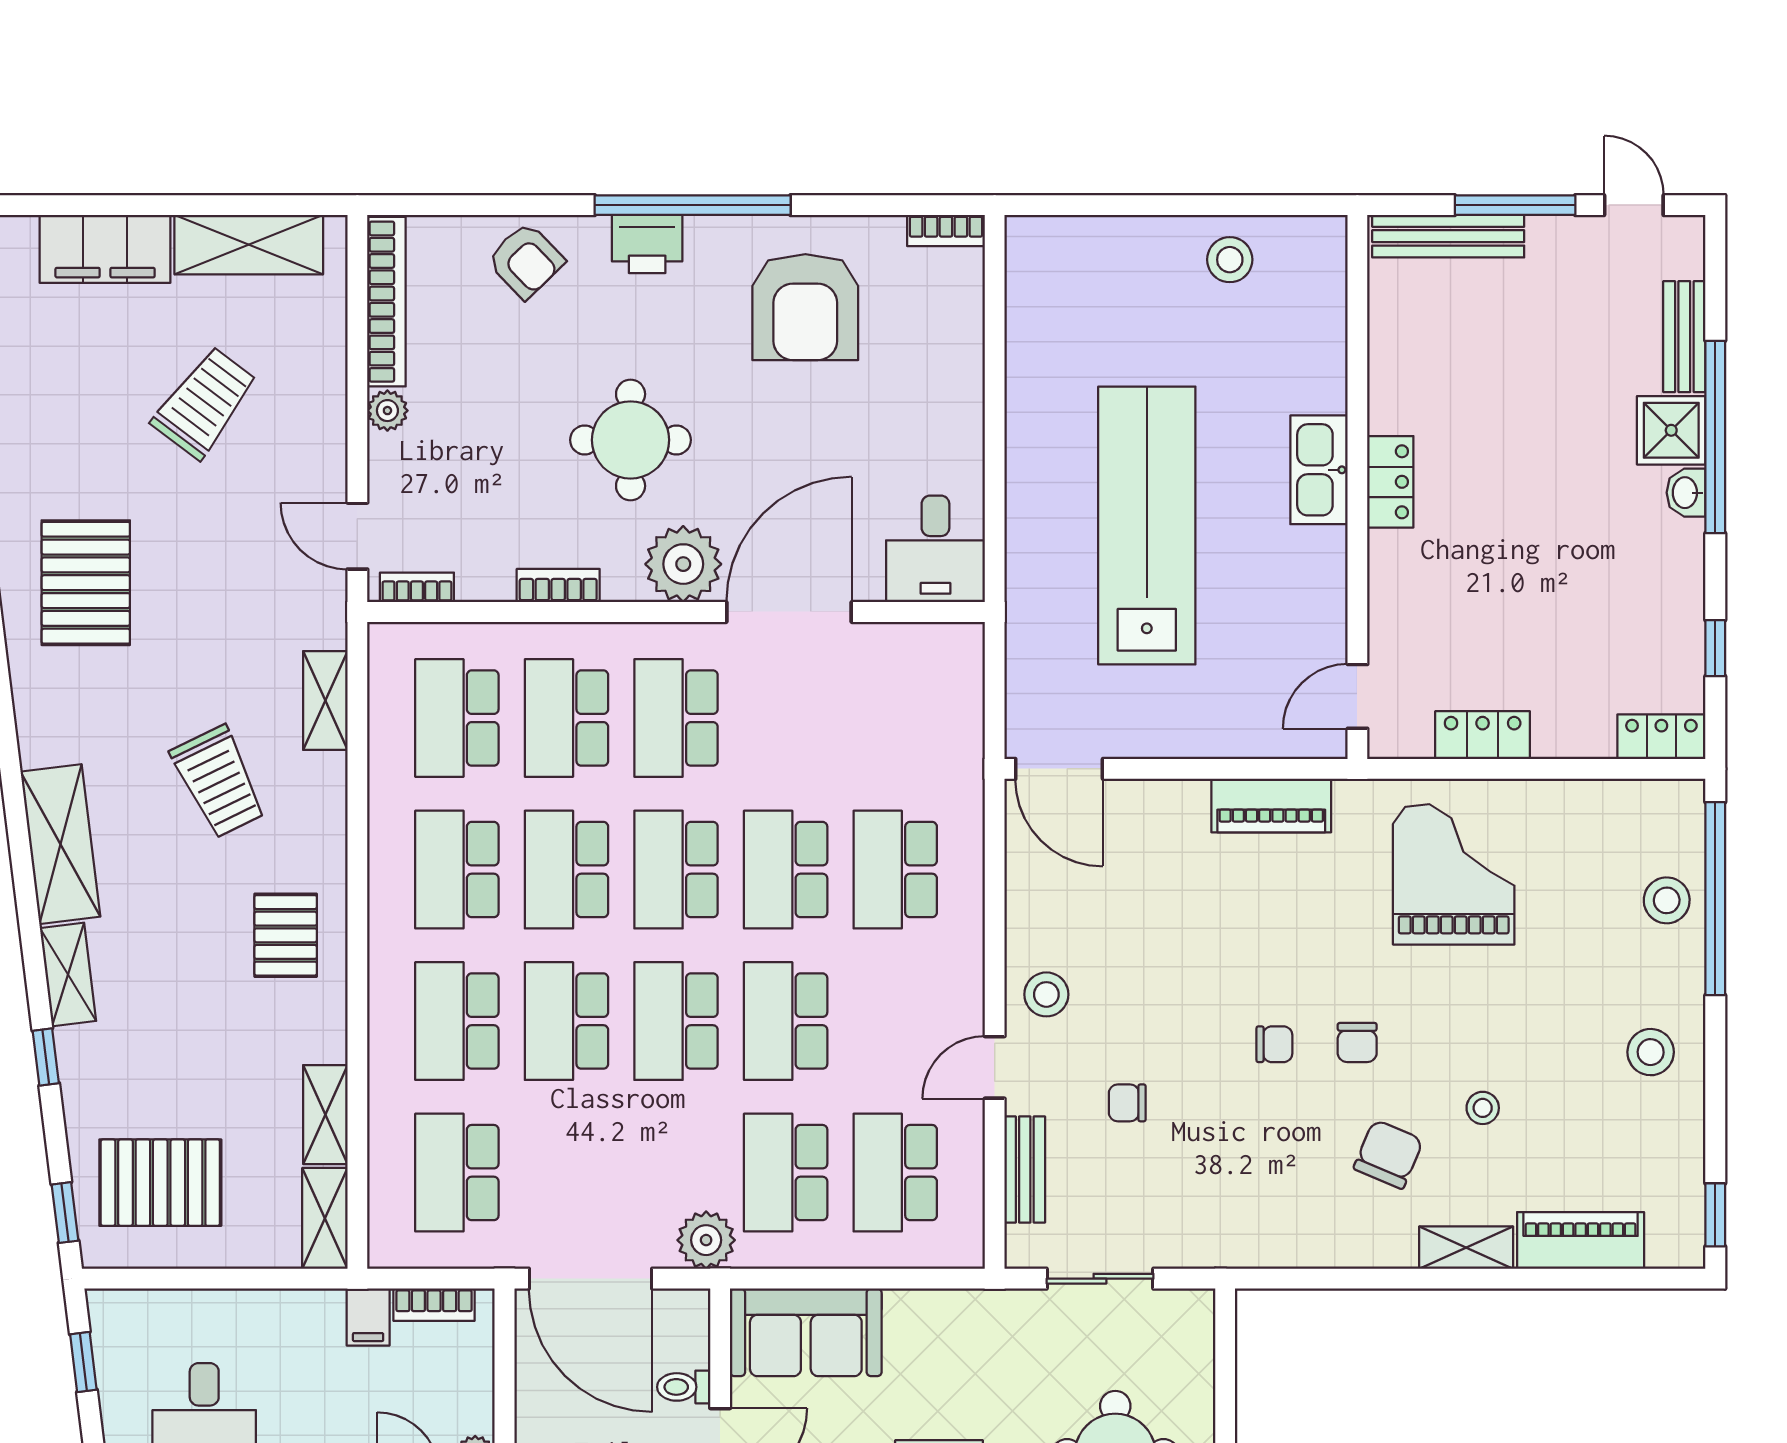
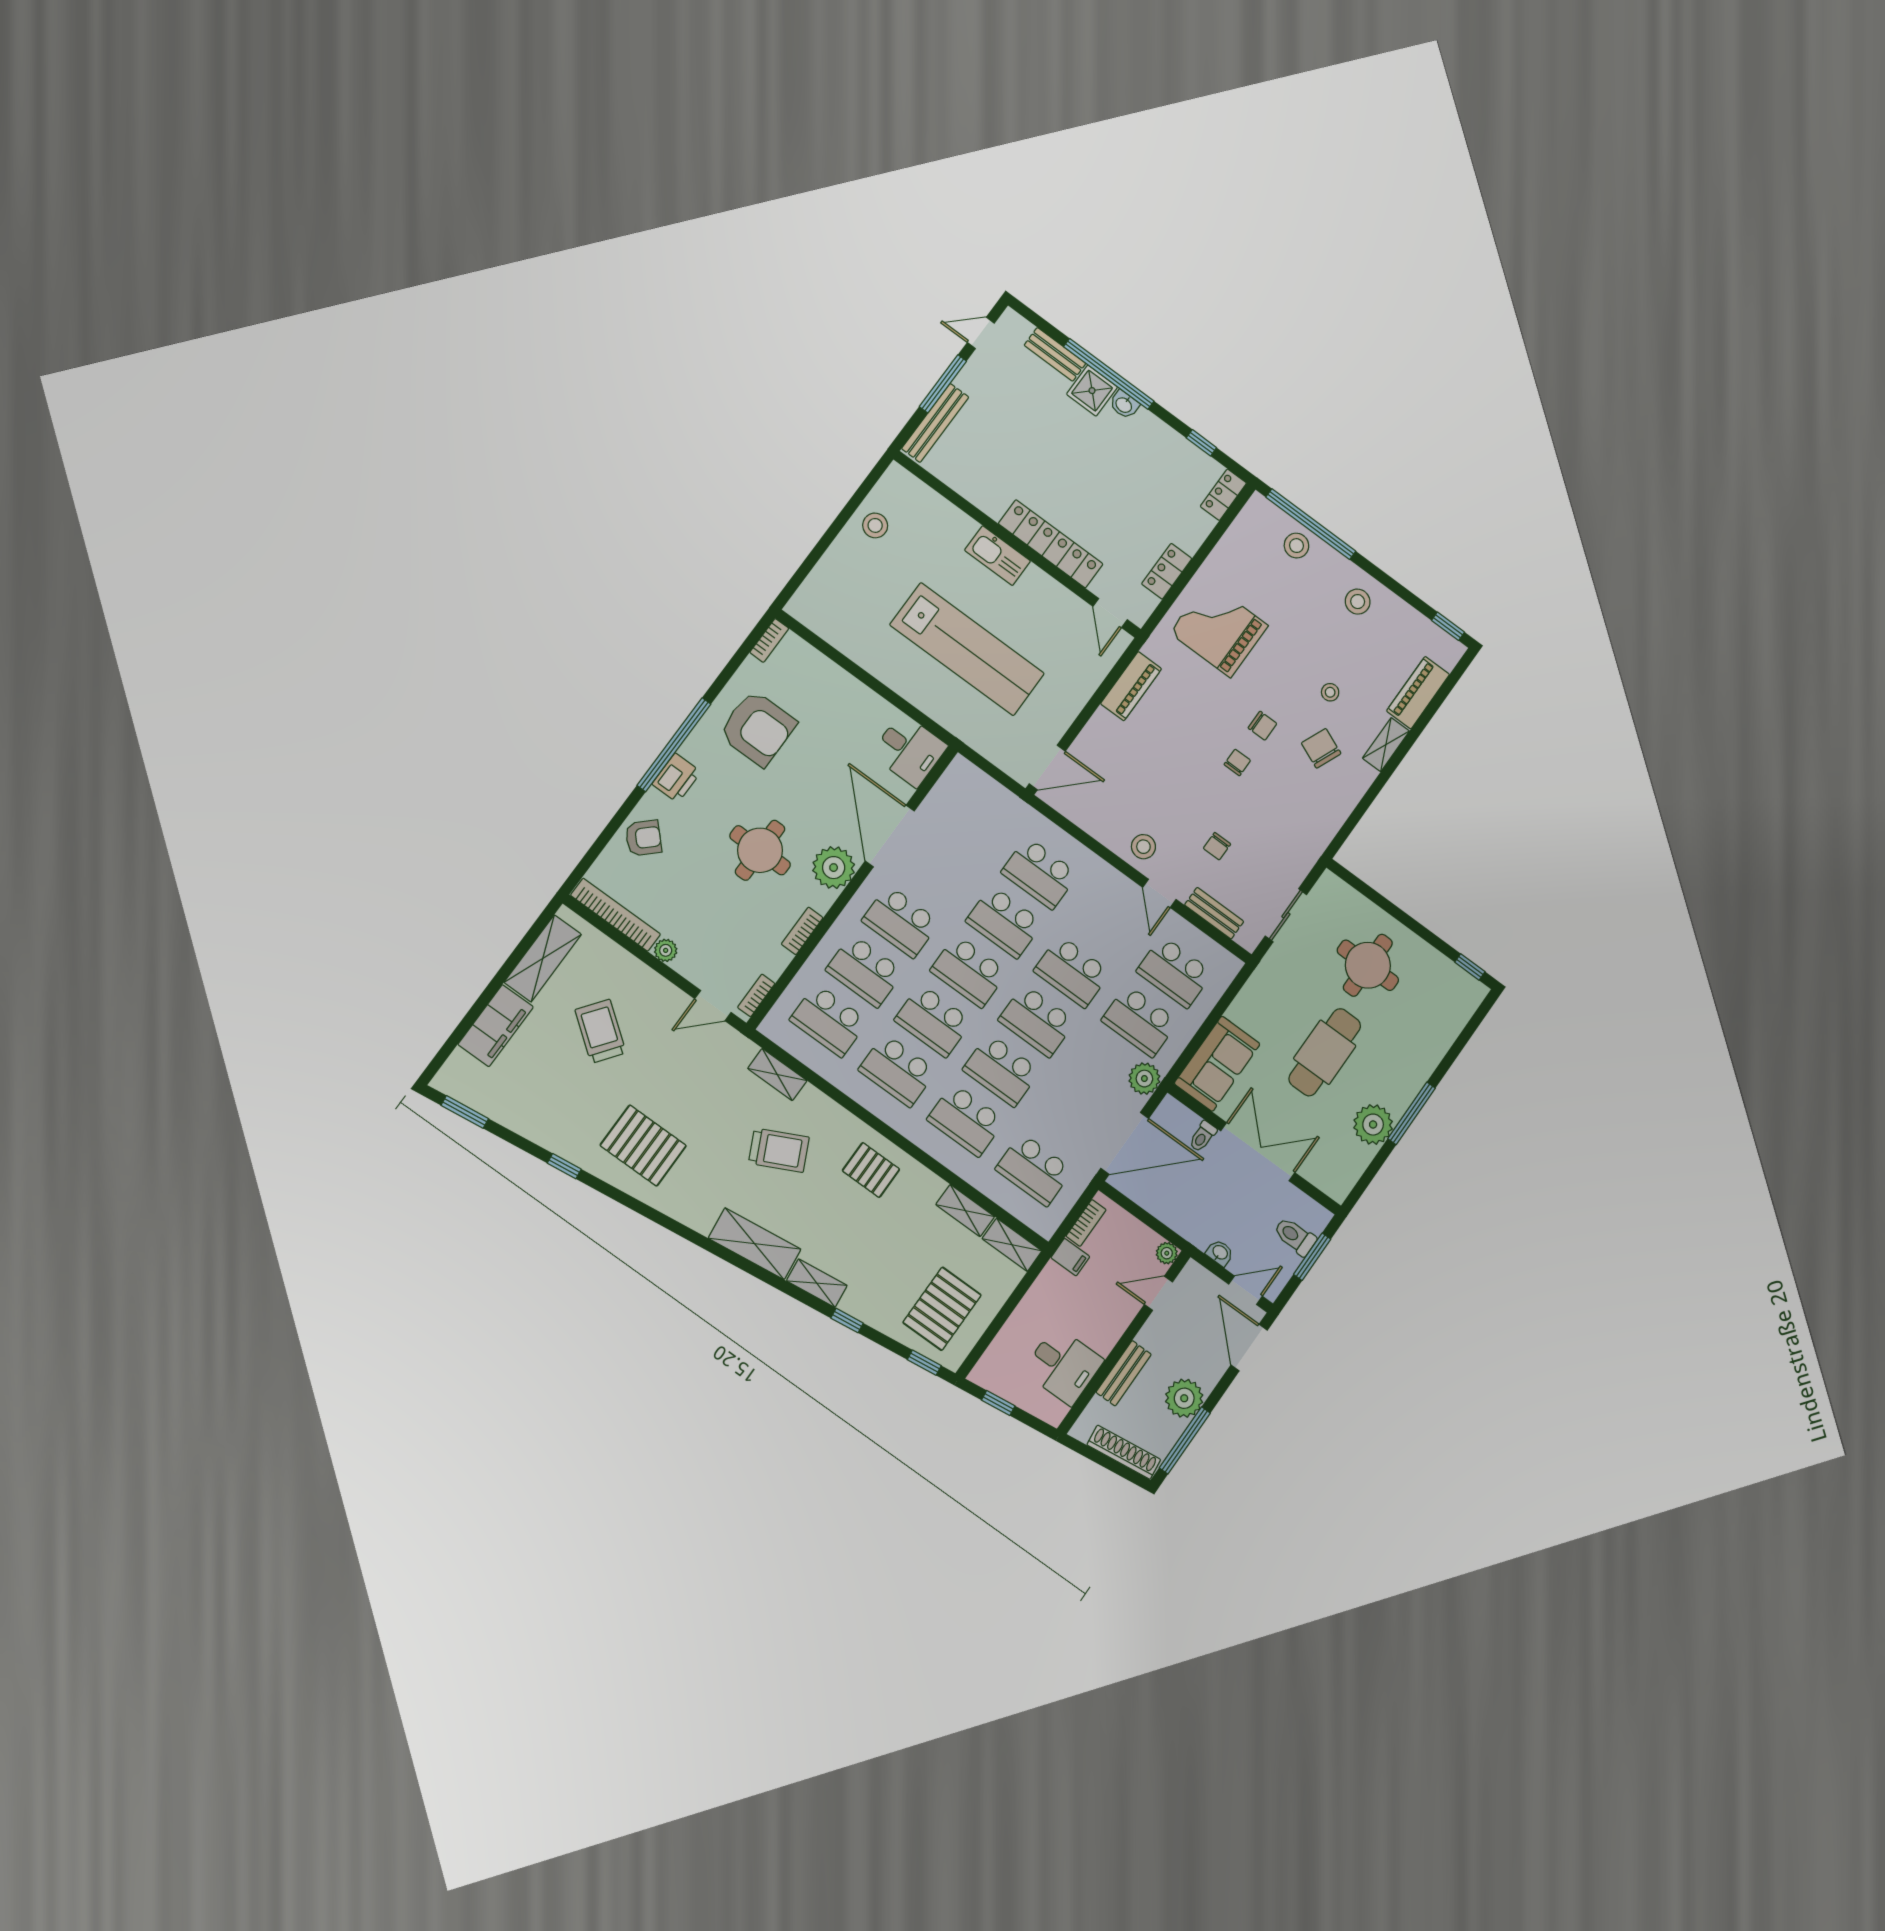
locker: (1390, 482) -> (1051, 544), width x2.16, depth x1.21
lab bench: (1147, 525) -> (967, 649), turned 180

